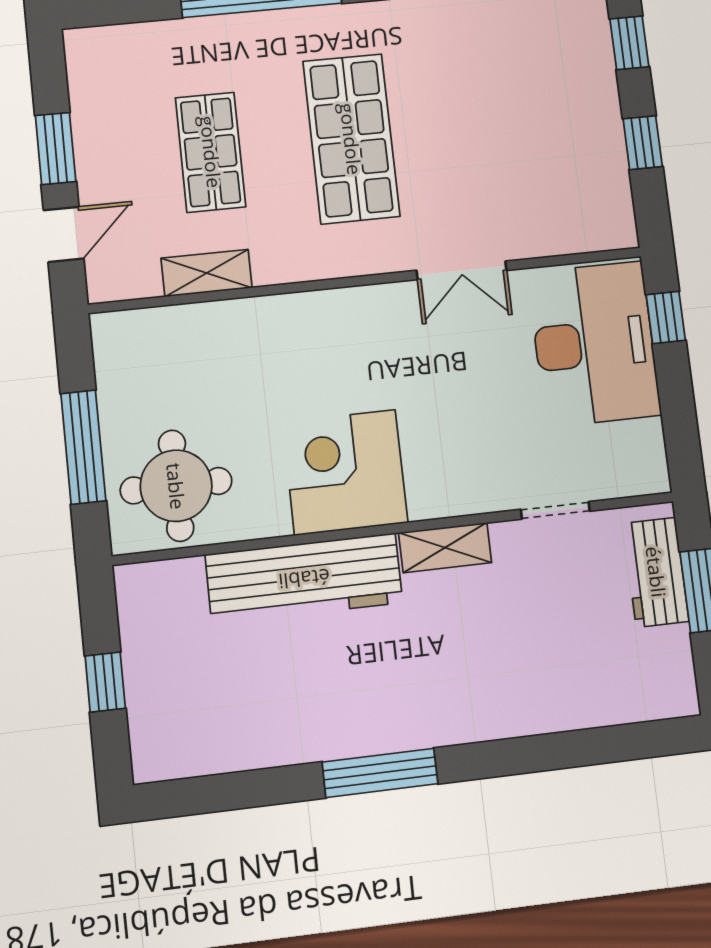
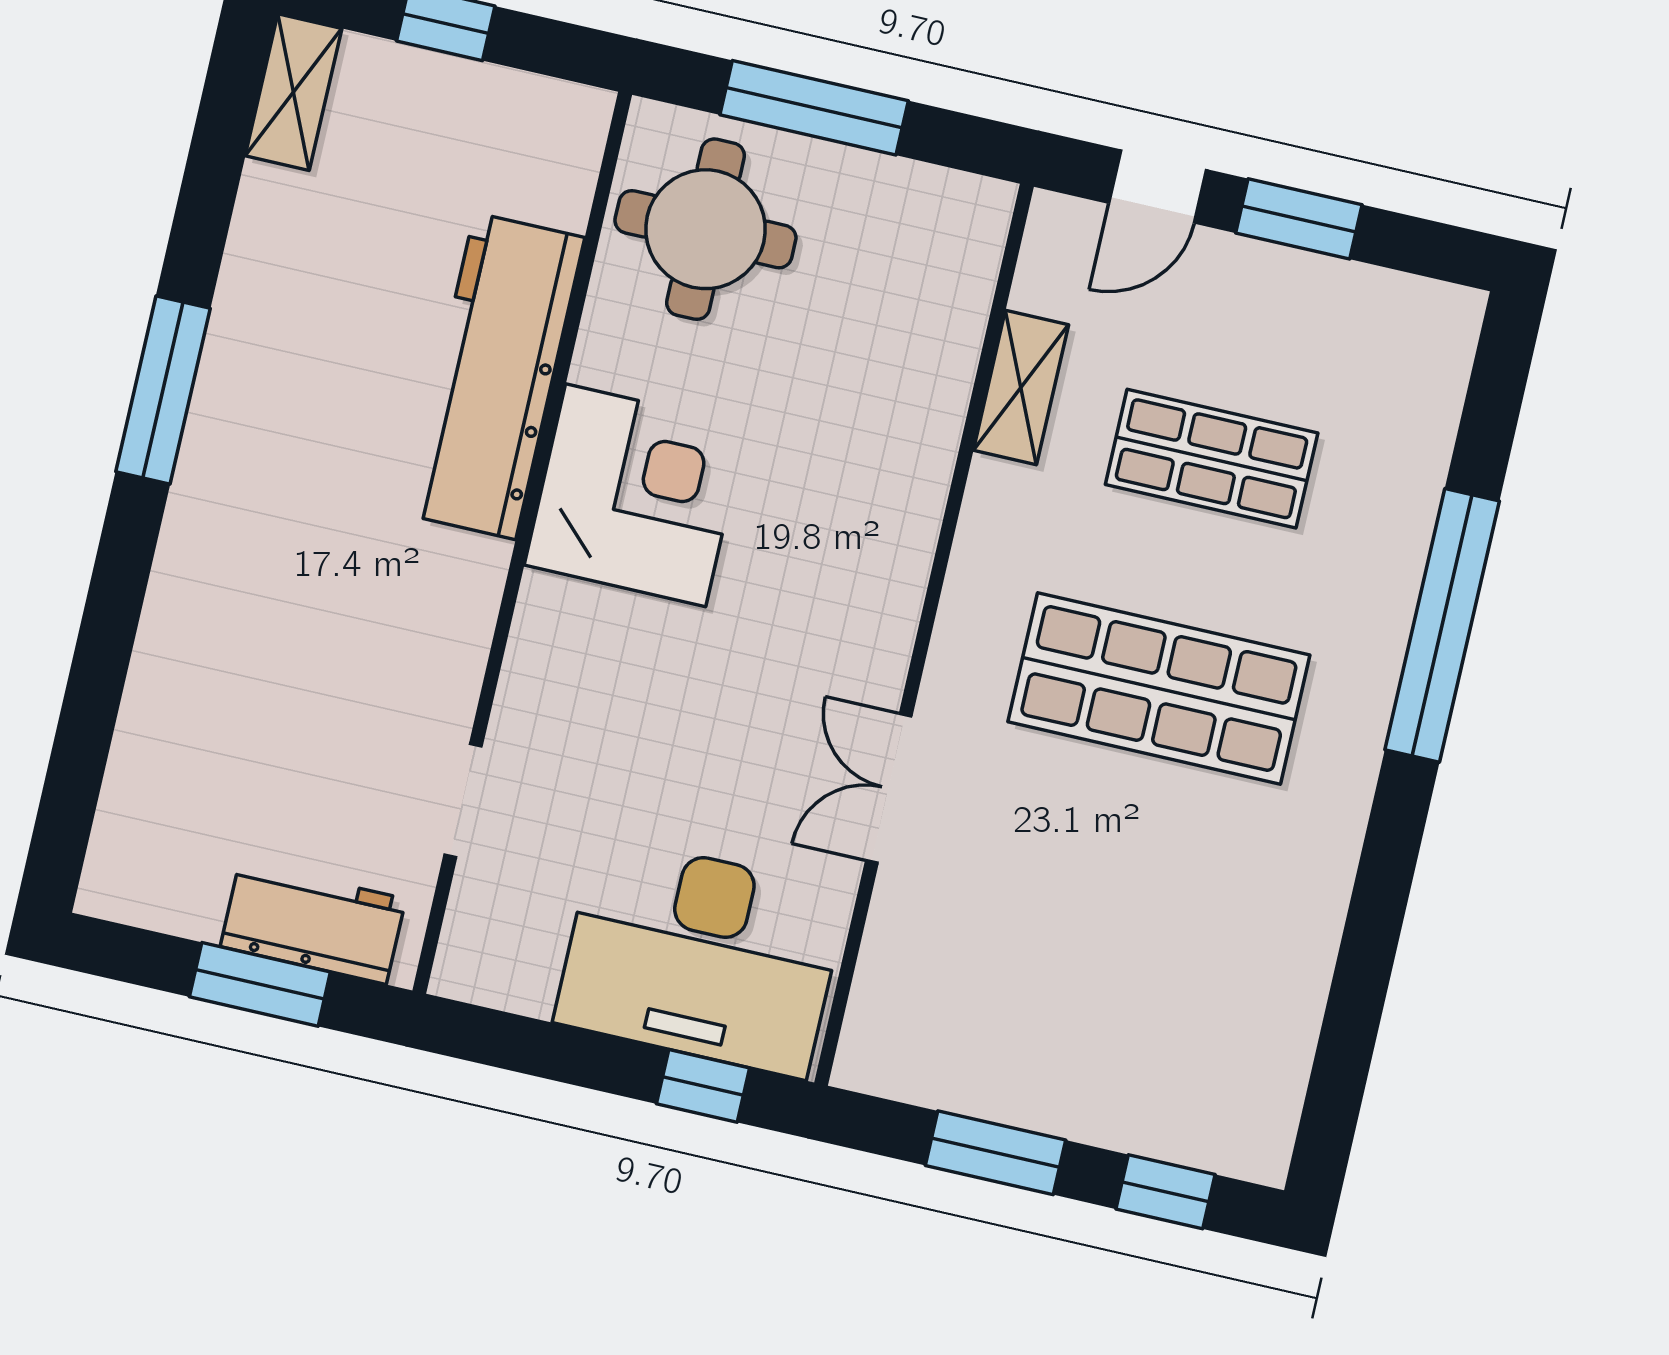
window: (643, 143) -> (995, 1153), width x1.50
door: (64, 234) -> (1157, 186), hinge flipped
shelving: (445, 548) -> (293, 92), moved

